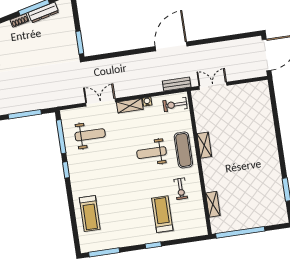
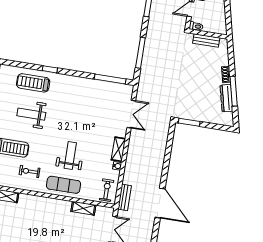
double door: (101, 102) -> (131, 114), moved
weight bench: (90, 135) -> (31, 114), moved, turned 90
shelving: (204, 145) -> (83, 208), moved
window: (66, 170) -> (50, 69), moved

